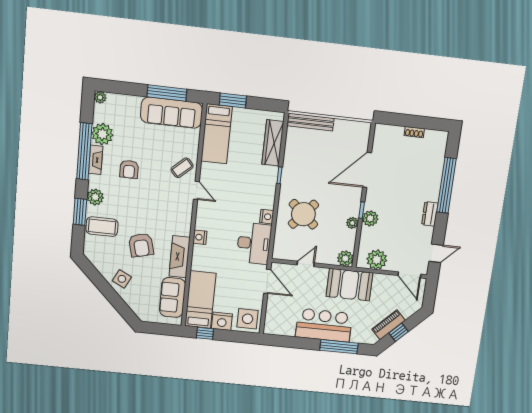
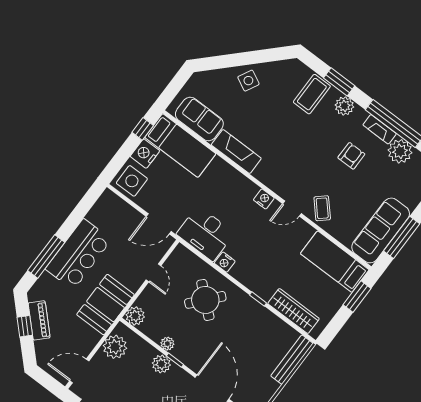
armchair: (129, 169) -> (351, 156), turned 90
nightstand: (200, 237) -> (264, 199), moved
armchair: (141, 245) -> (271, 121), removed

